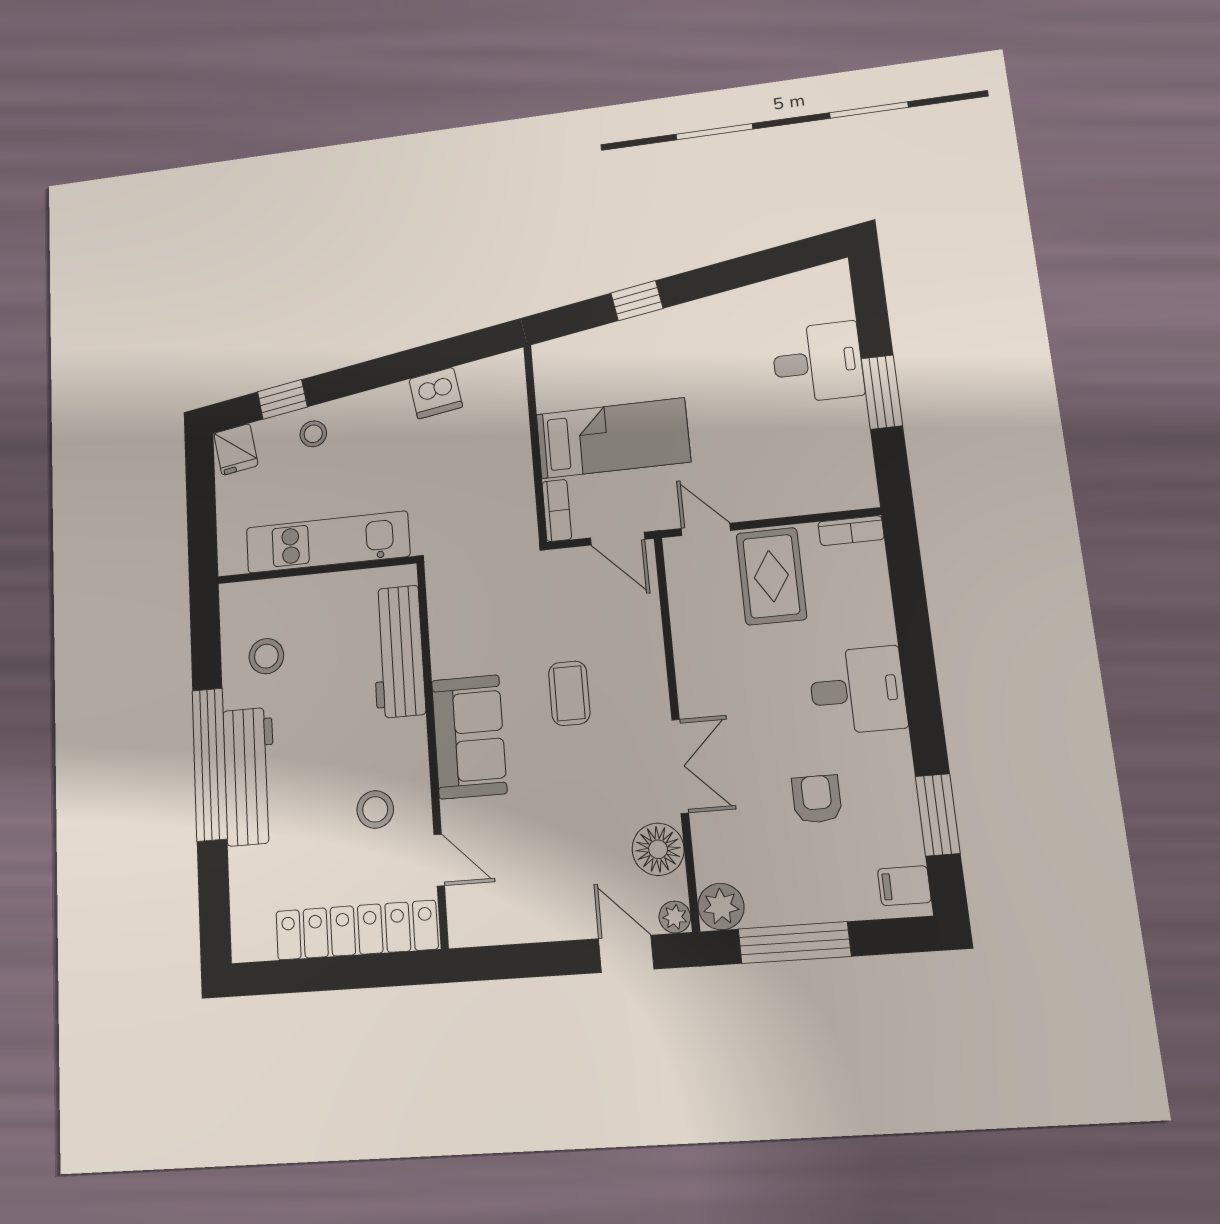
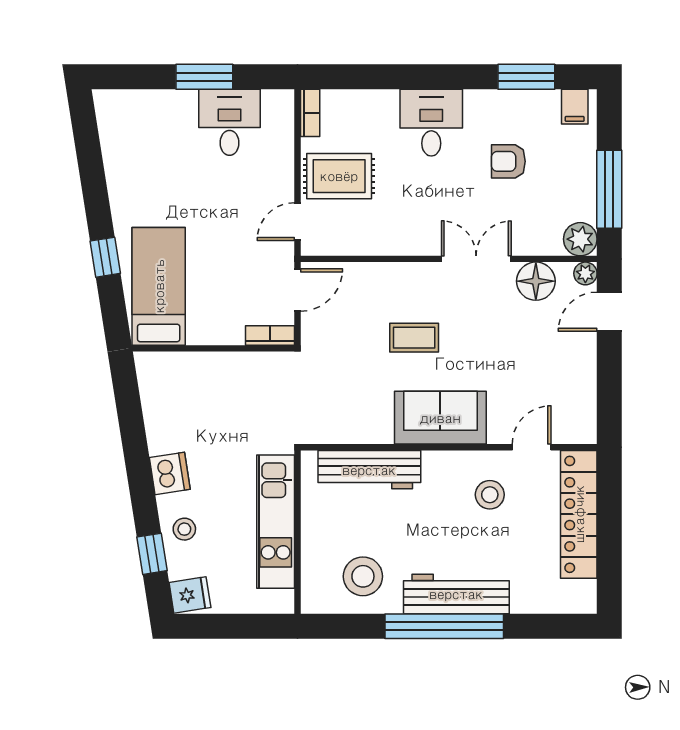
desk: (818, 362) -> (230, 122), moved
dishwasher: (436, 393) -> (170, 473), moved
bed: (613, 438) -> (159, 286), moved
stool: (266, 656) -> (363, 576), width x1.38, depth x1.38

